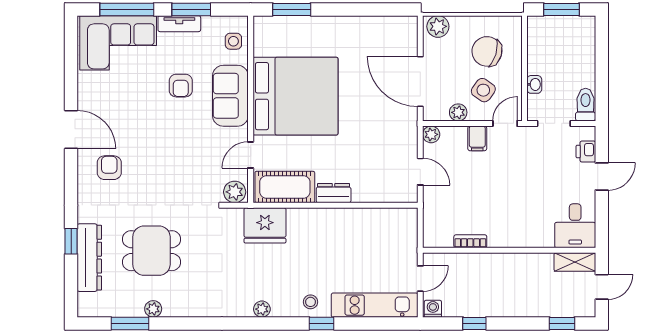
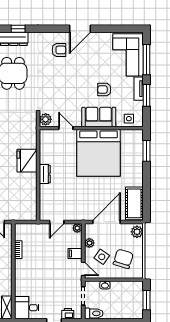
cot: (285, 187) -> (134, 203), moved
fridge: (265, 225) -> (27, 161), moved

